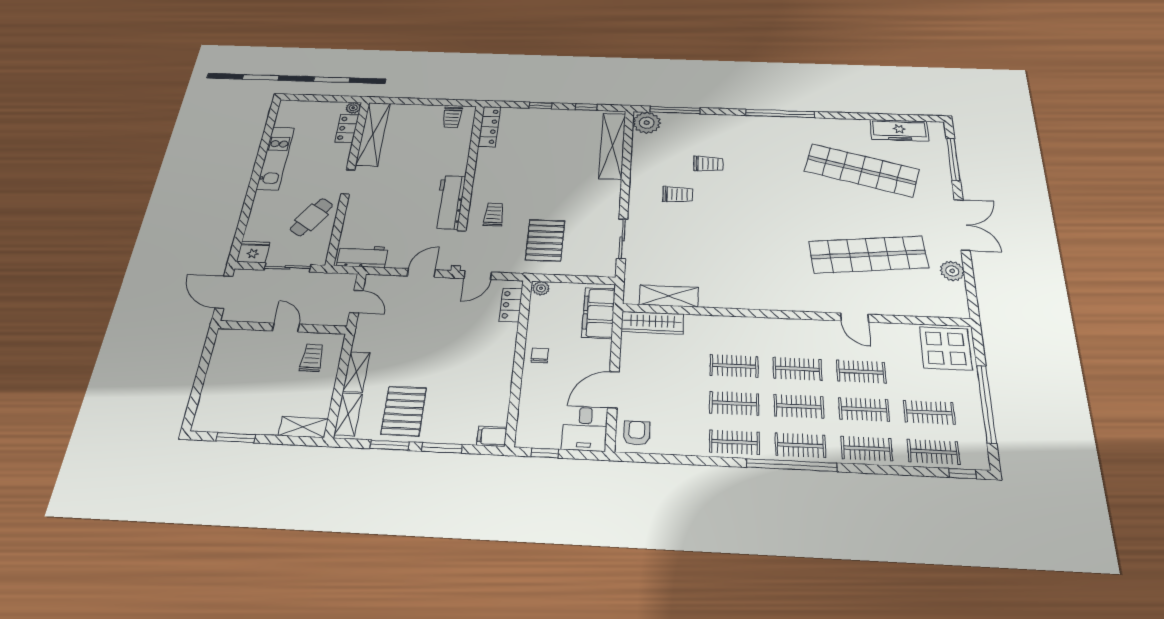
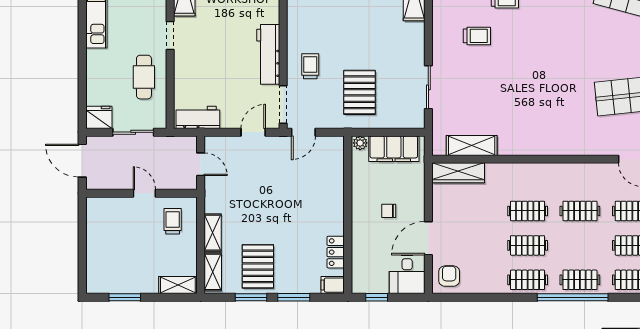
cafe table: (311, 217) -> (144, 77), turned -33
locker: (511, 305) -> (336, 252), moved
filing cabinet: (599, 313) -> (394, 149), moved, turned -90
chair: (540, 355) -> (389, 211), moved, turned -90
clothes rail: (799, 406) -> (580, 245), removed

